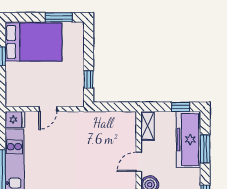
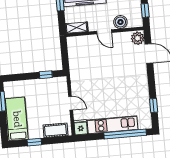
bed: (33, 42) -> (17, 119), width x0.67
cot: (14, 86) -> (55, 130), added

